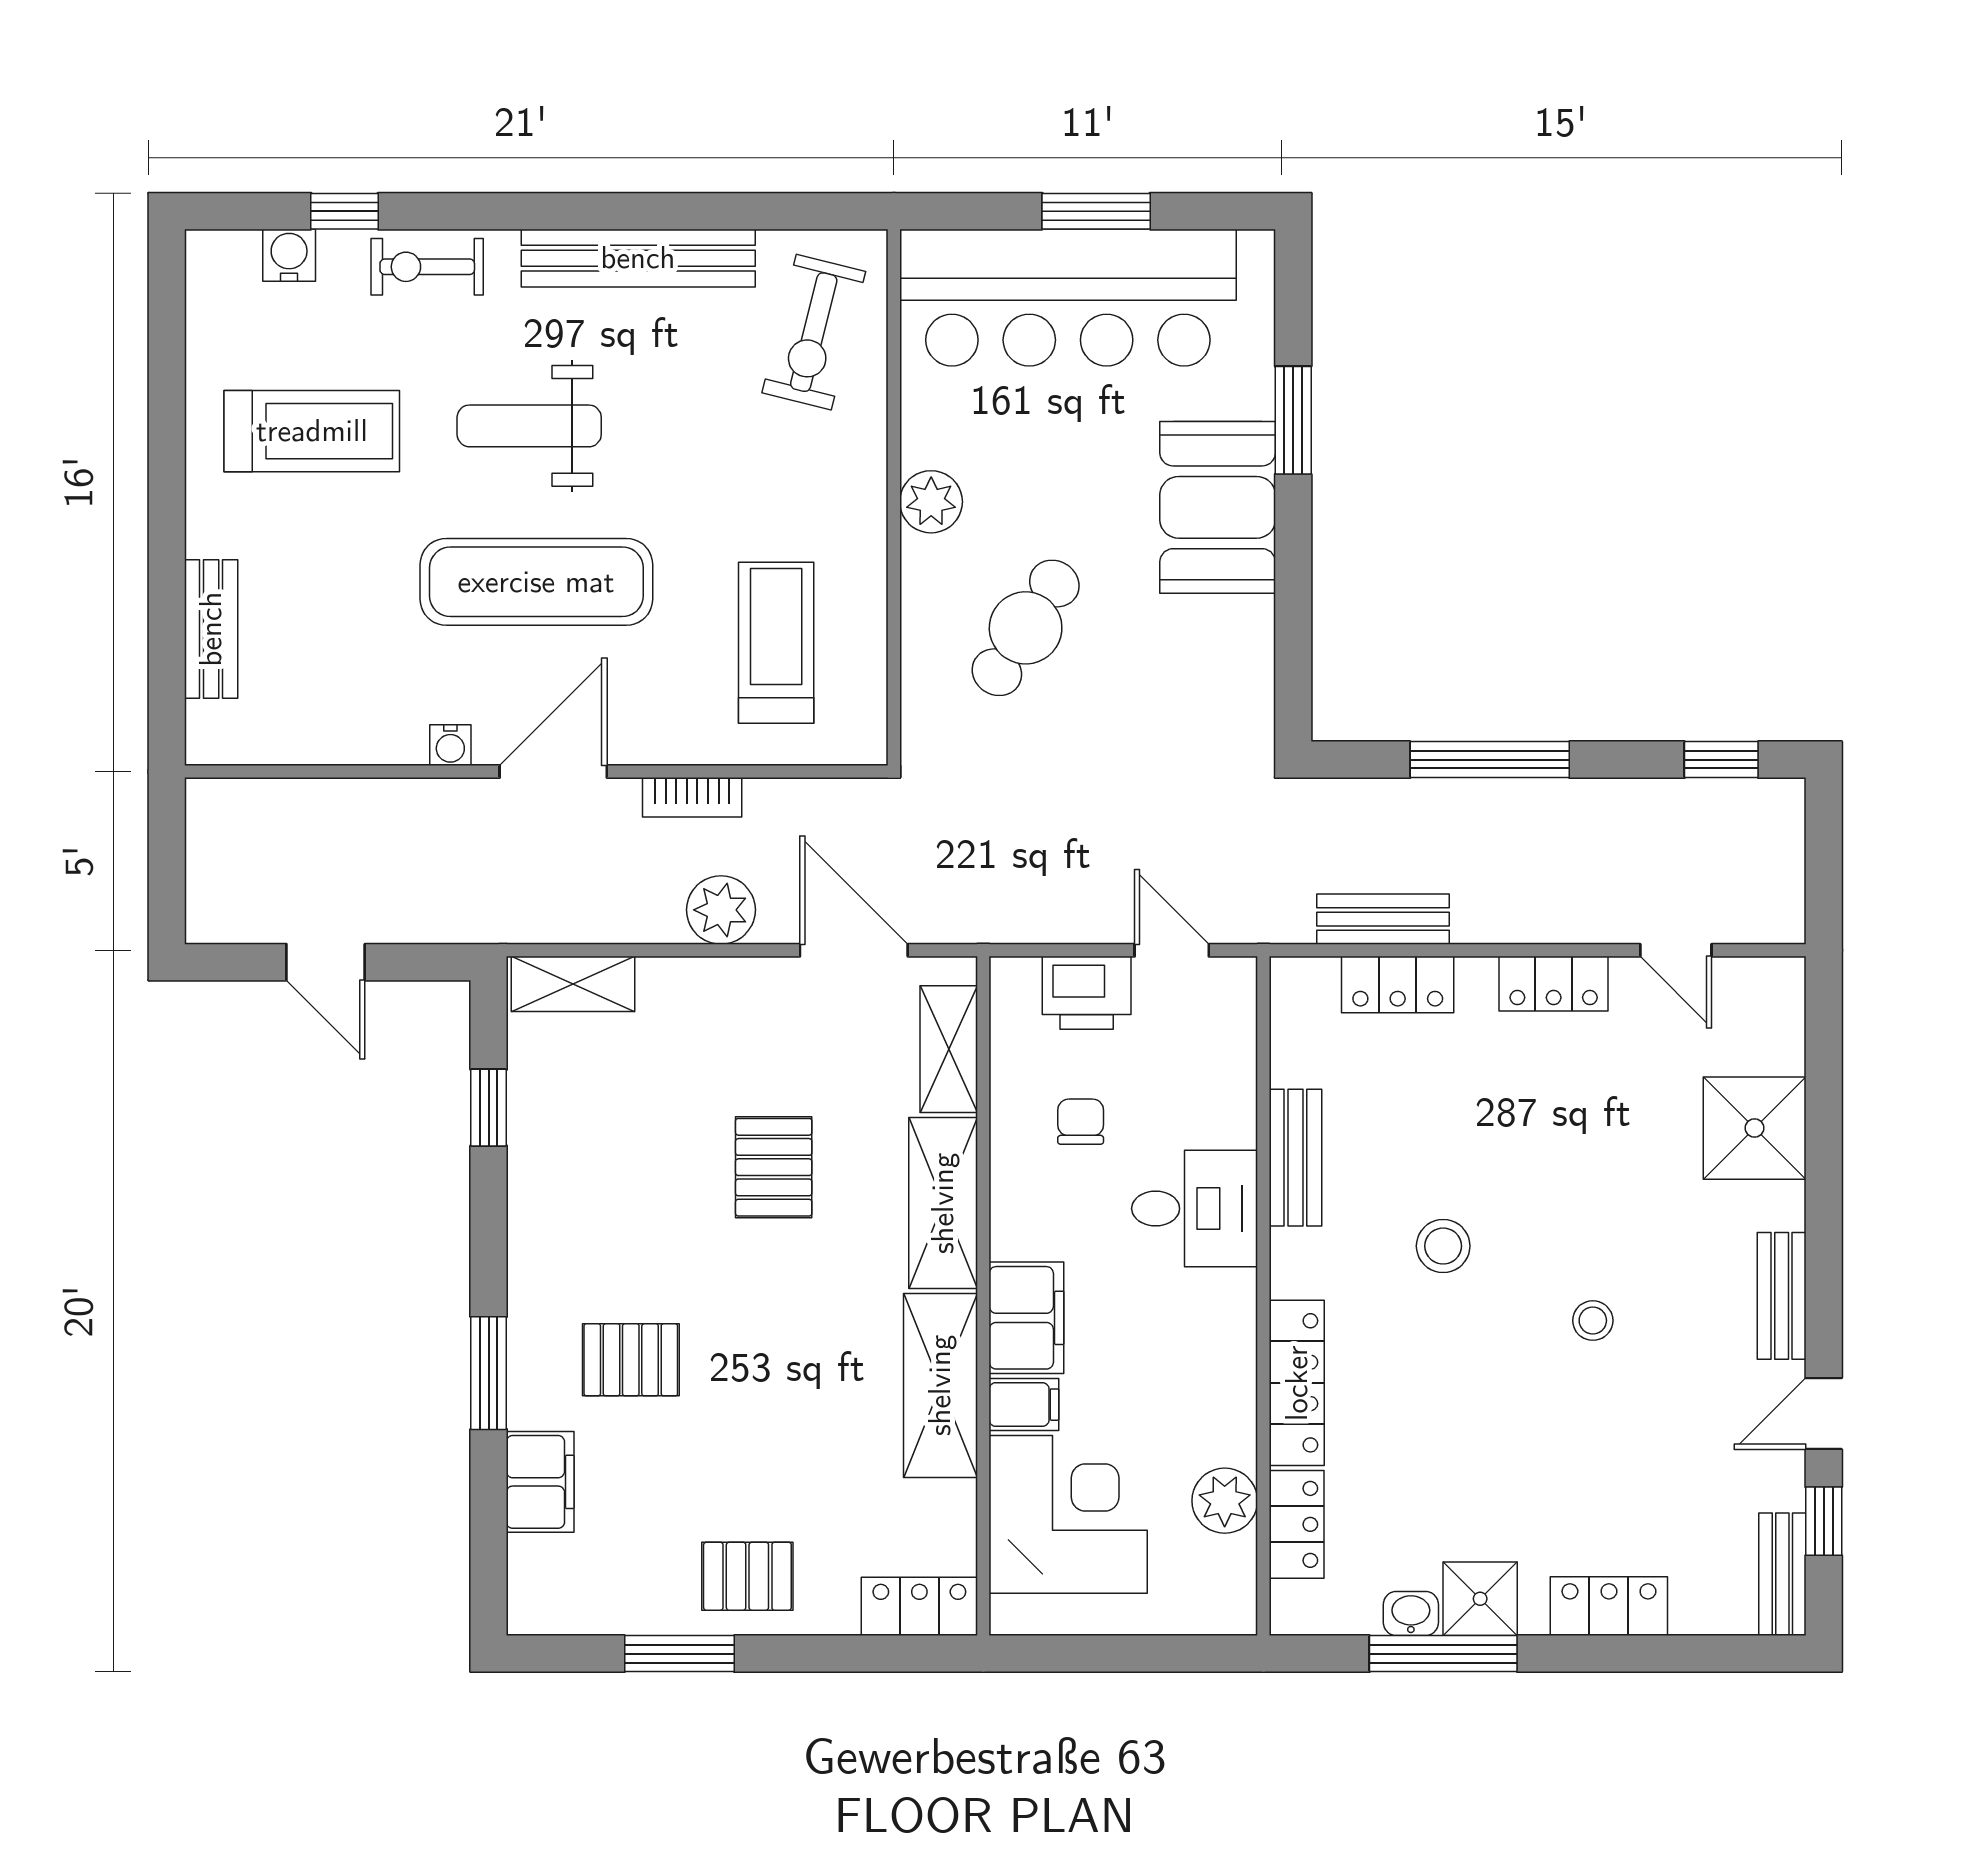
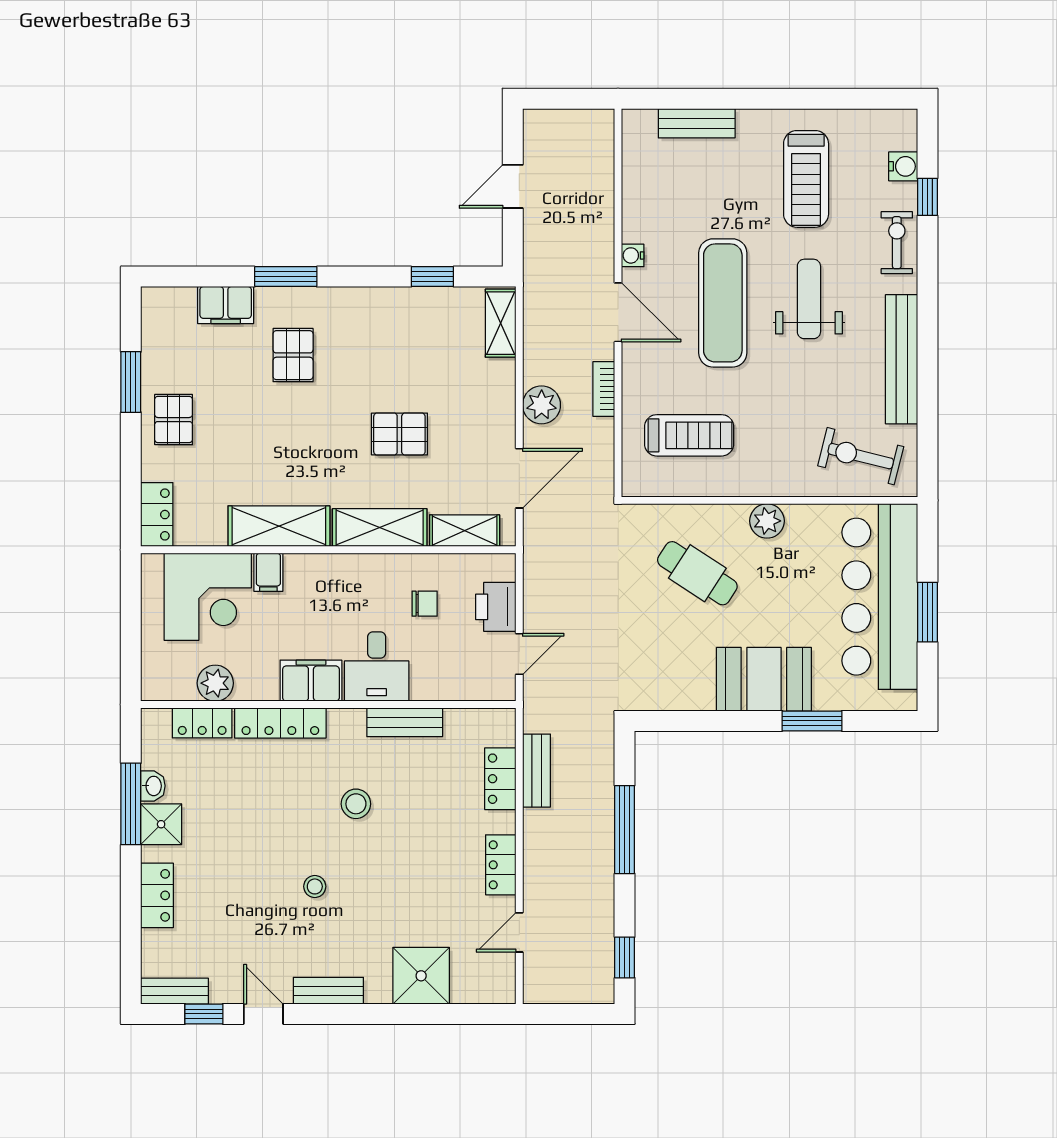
filing cabinet: (1026, 1318) -> (311, 681), moved, turned 180

